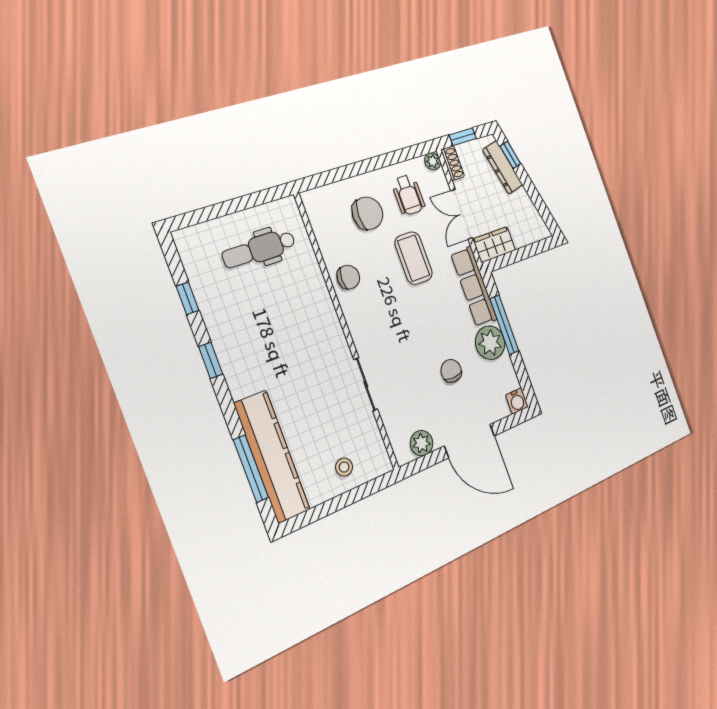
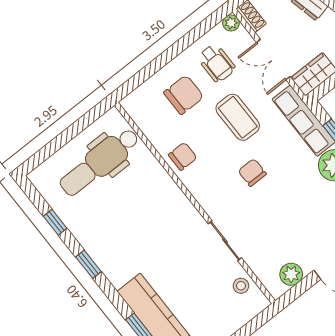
dental chair: (259, 249) -> (99, 162), width x1.36, depth x1.38
chair: (451, 371) -> (252, 172), moved
stool: (344, 467) -> (241, 286), moved

